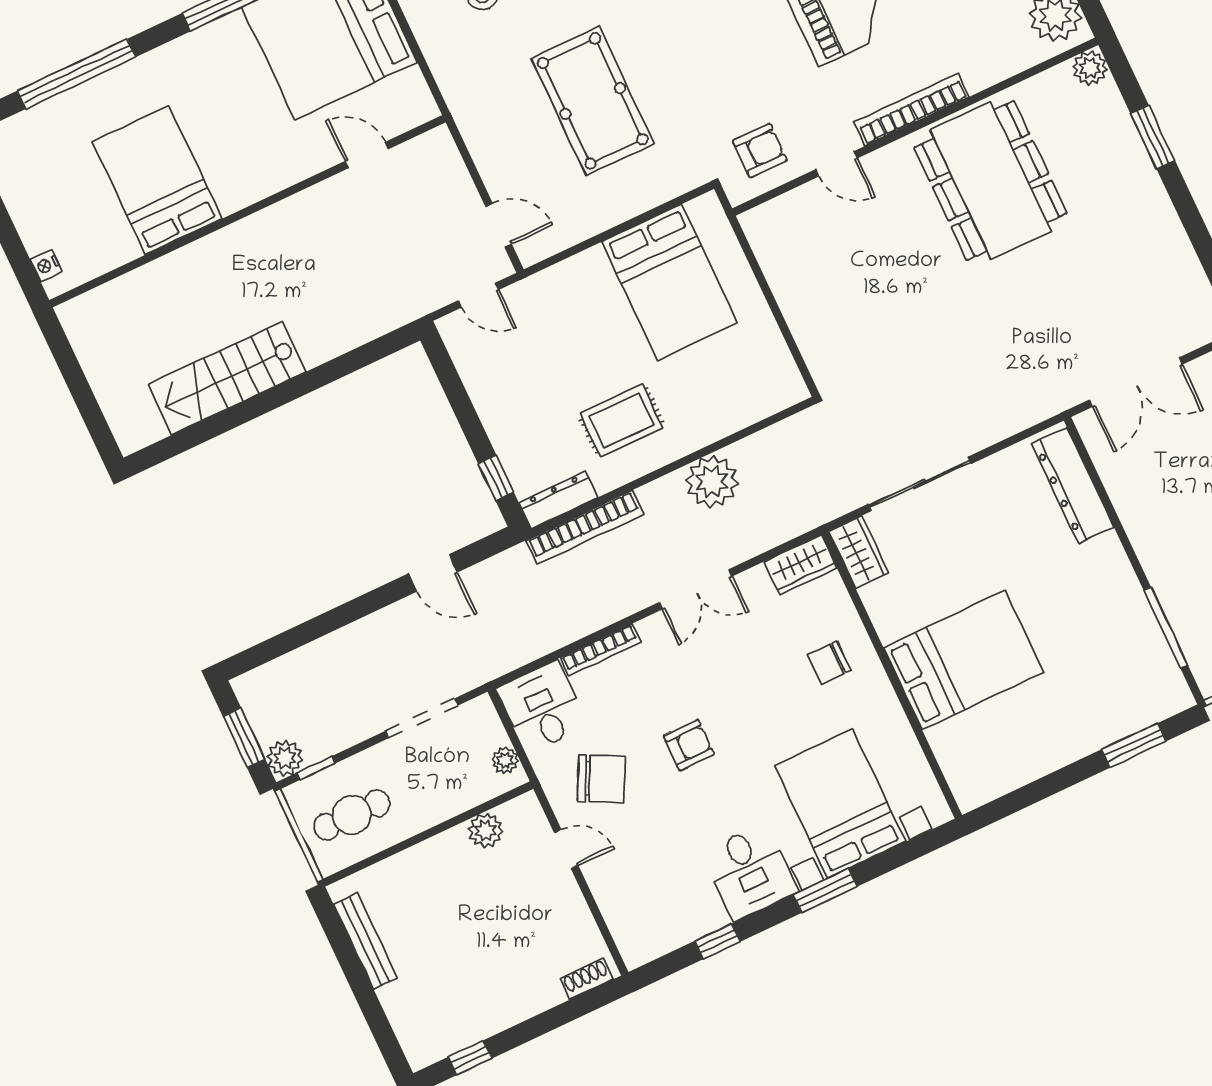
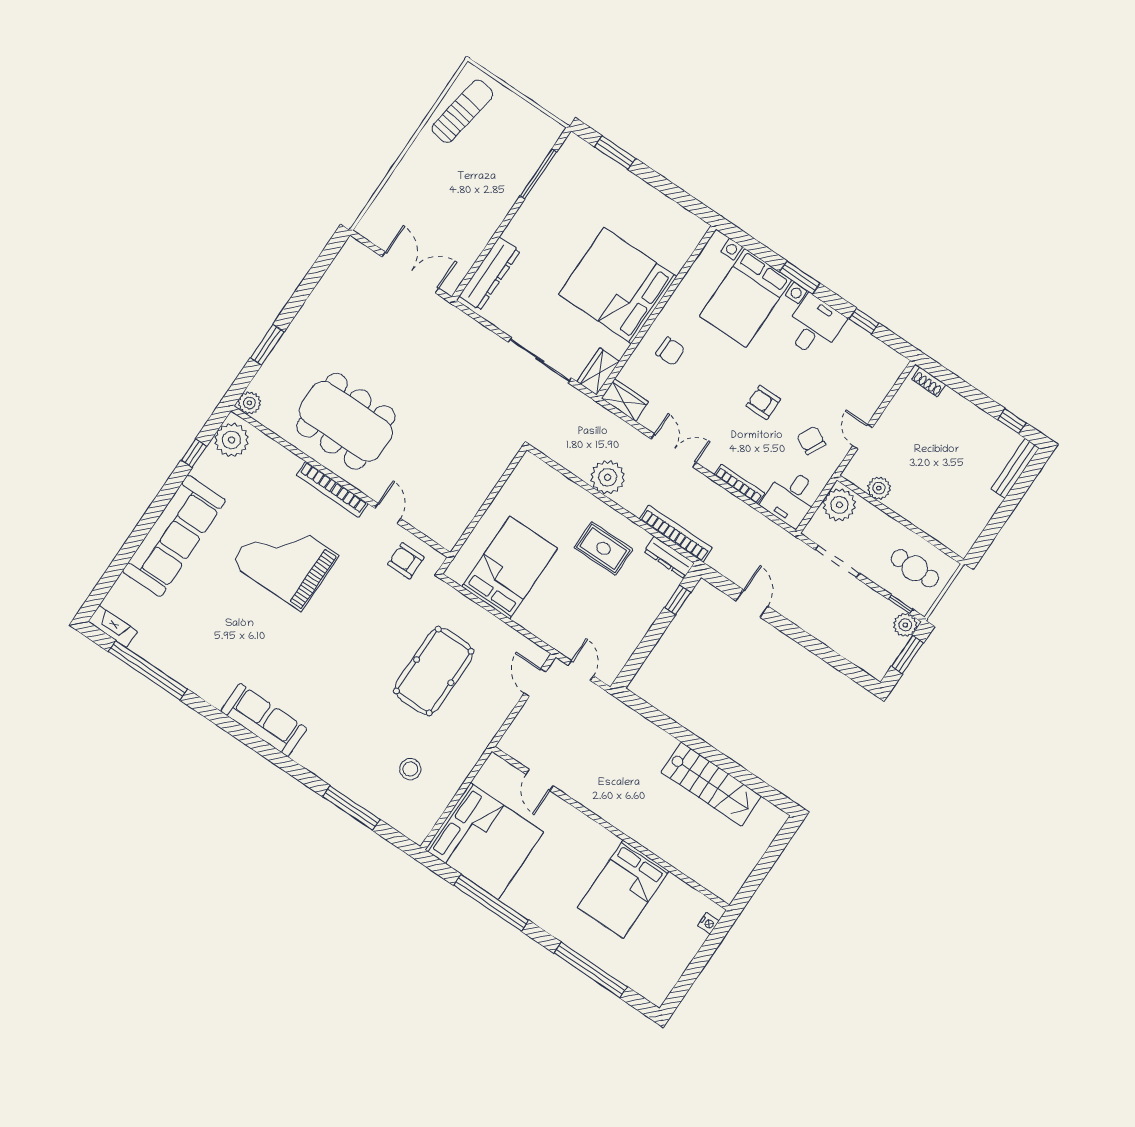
dining table: (990, 180) -> (346, 421), turned 90
bed: (964, 660) -> (618, 285), width x1.36
plant: (505, 760) -> (839, 505), width x1.88, depth x1.88
chair: (601, 779) -> (811, 440), width x0.73, depth x0.73
bench: (365, 941) -> (1015, 468), moved

